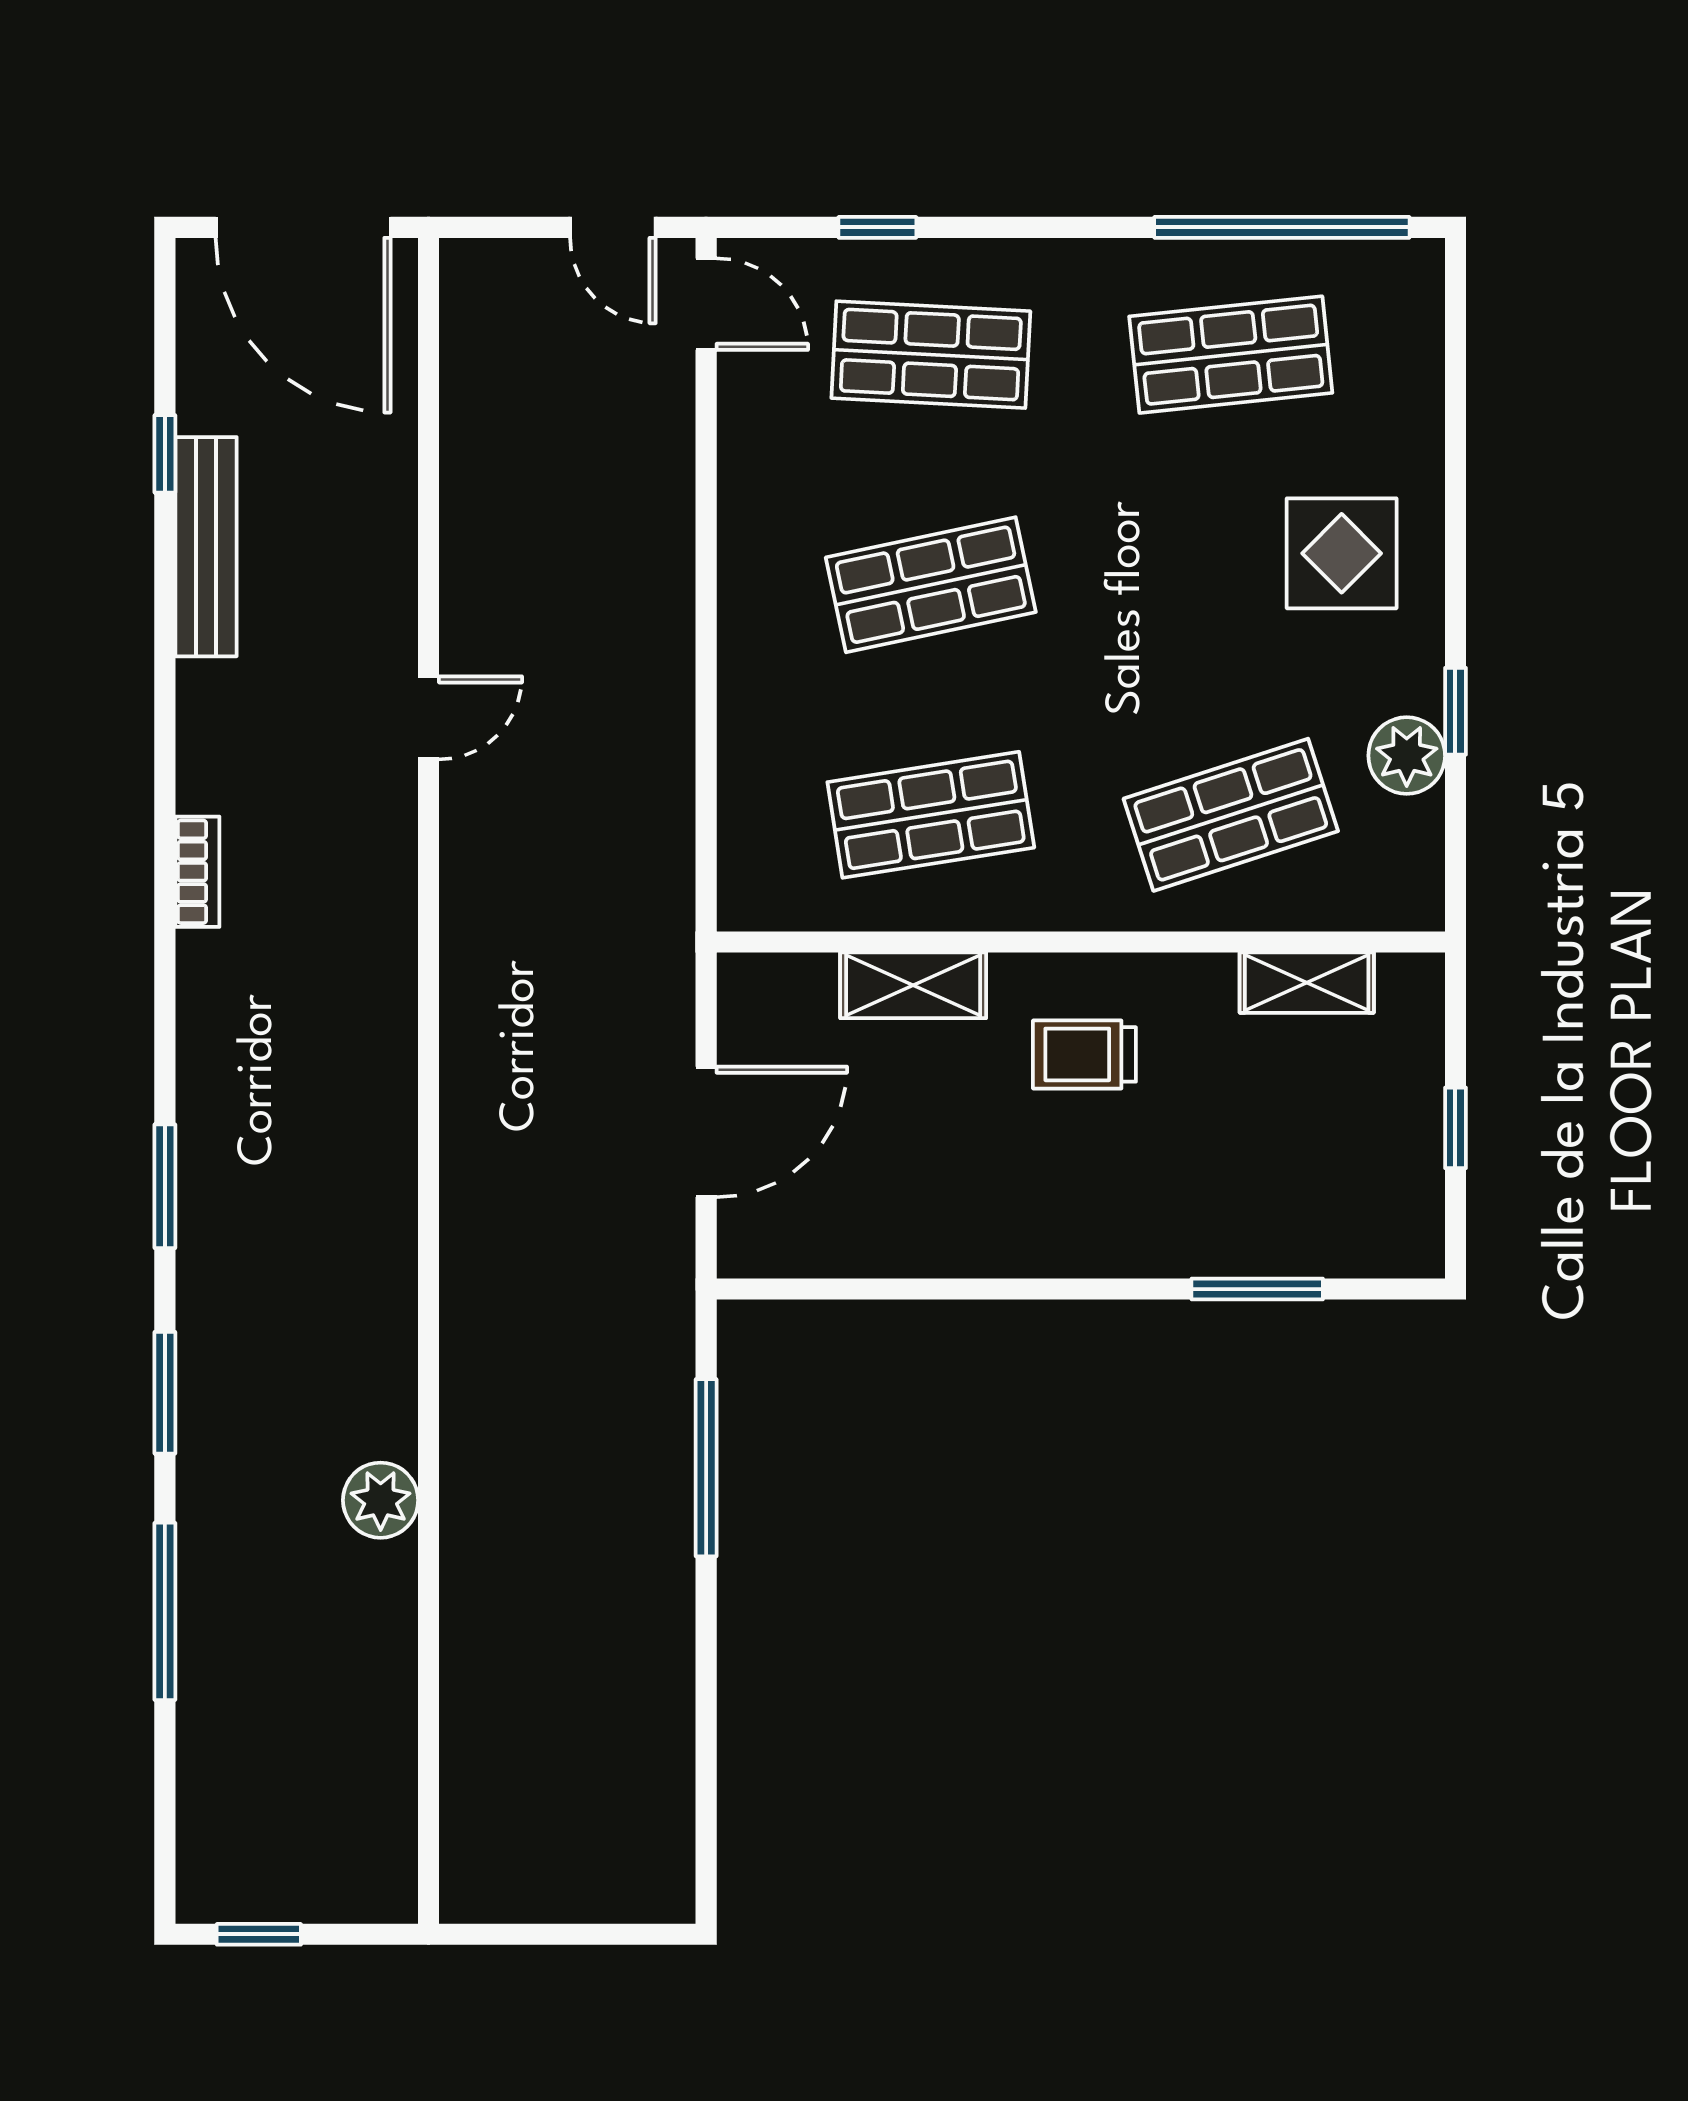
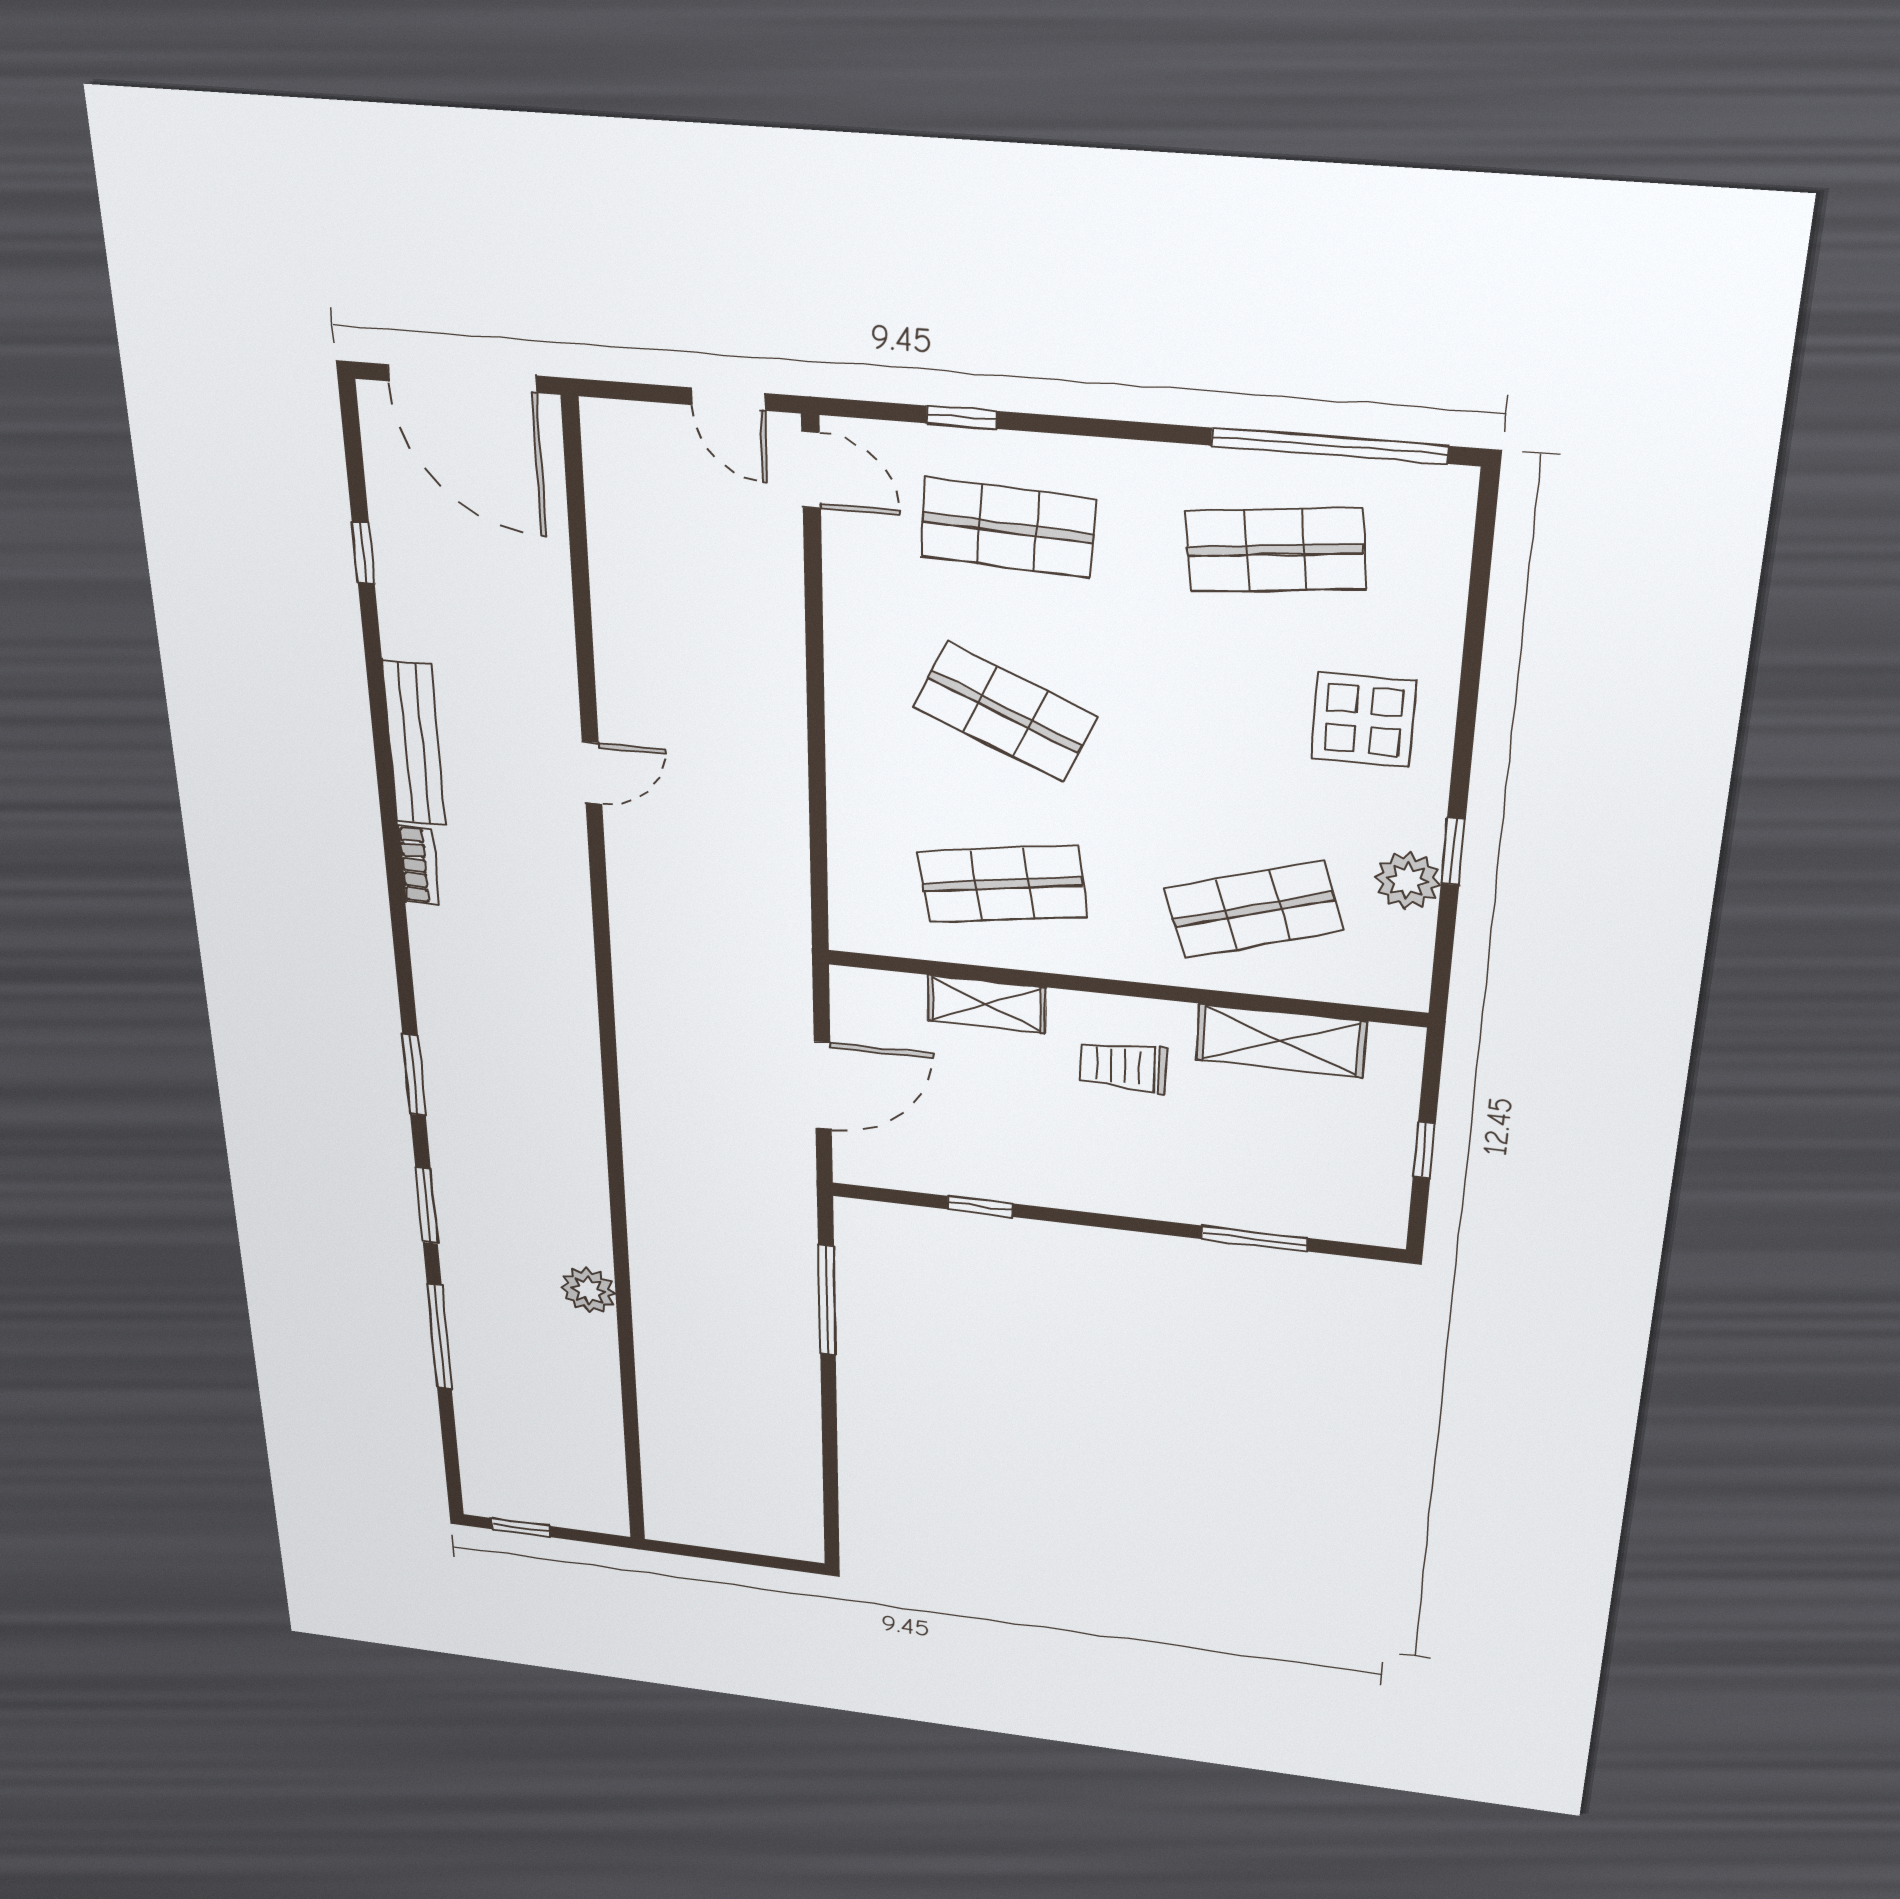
bench: (206, 547) -> (414, 744), moved
shop shelf: (931, 585) -> (1005, 712), turned 36
shelving: (1307, 983) -> (1281, 1041), width x1.50, depth x1.33
window: (908, 1289) -> (980, 1206), added

